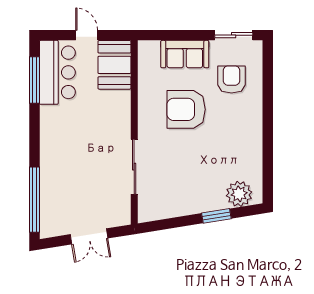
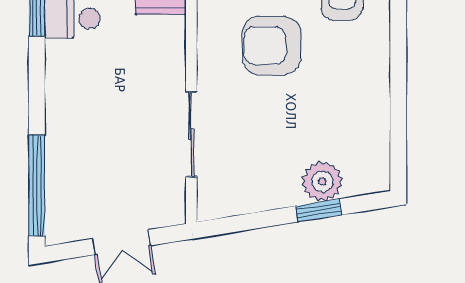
plant: (239, 194) -> (322, 181), moved

